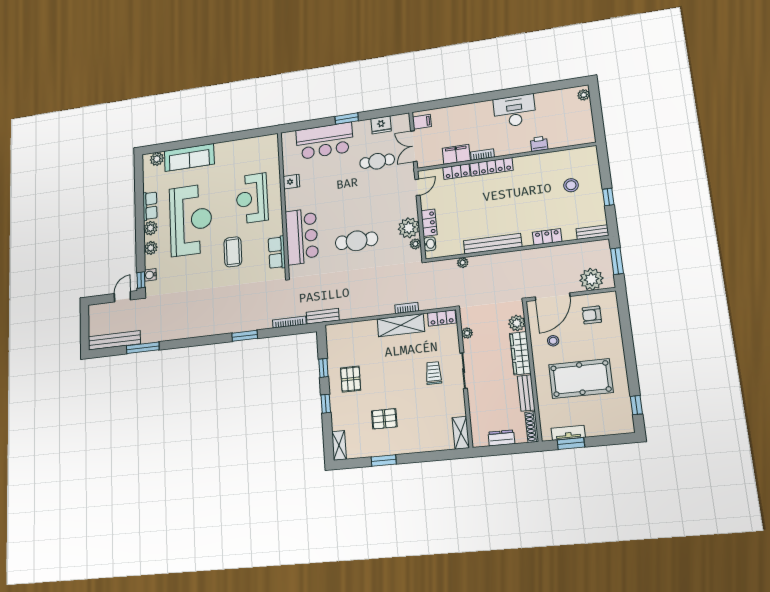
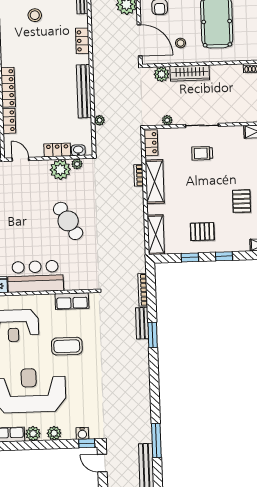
bar counter: (302, 236) -> (35, 276), moved
cafe table: (357, 241) -> (68, 221), turned -30
bench: (323, 316) -> (142, 323), moved
shelving: (346, 331) -> (156, 235), added
bench: (526, 393) -> (226, 70), removed

